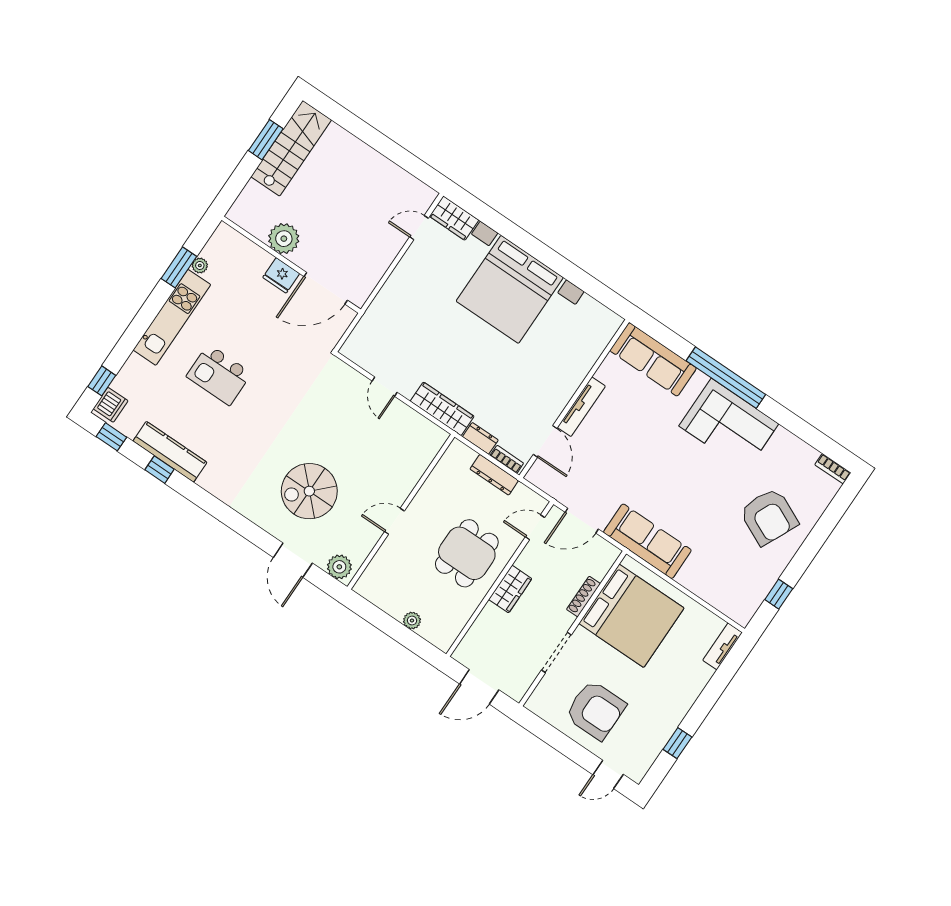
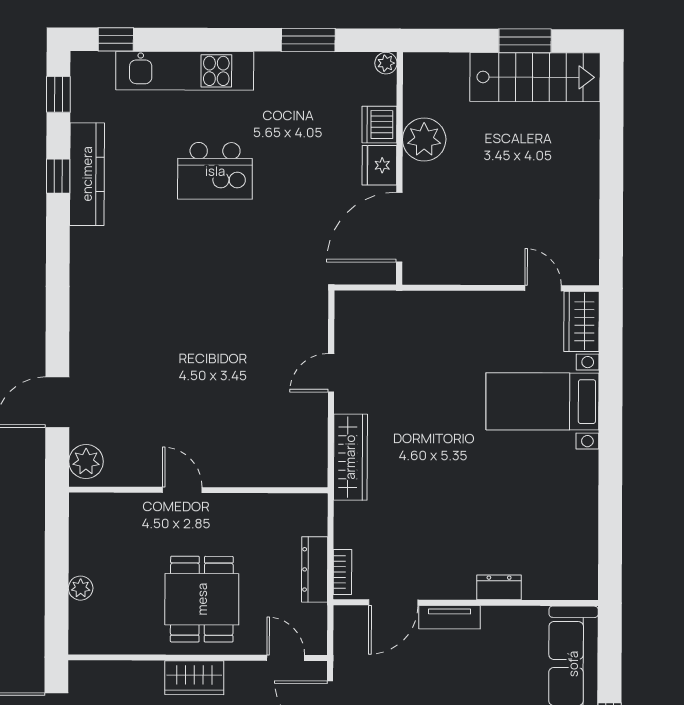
plant: (200, 265) -> (386, 63), moved
door: (326, 288) -> (399, 227), hinge flipped
bed with nightstands: (510, 289) -> (542, 401), width x0.54
kitchen unit: (172, 317) -> (185, 71), moved
kitchen island: (219, 375) -> (215, 171), turned -90
dishwasher: (111, 405) -> (379, 125), moved, turned 90
tv unit: (581, 407) -> (450, 617), width x0.71
dresser: (480, 438) -> (499, 587), moved, turned -90
spiral stairs: (309, 491) -> (150, 367), removed
dining table: (467, 553) -> (202, 599), turned 90

